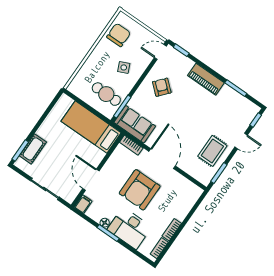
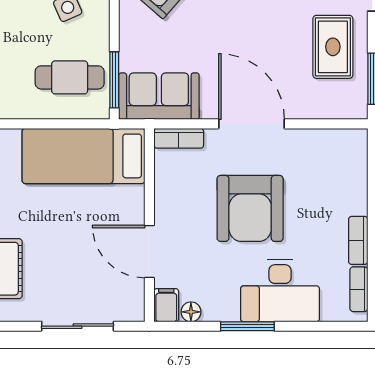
floor lamp: (105, 223) -> (191, 312), moved

